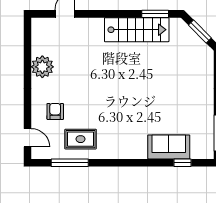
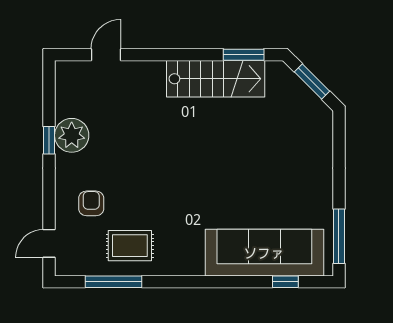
window: (28, 70) -> (49, 140), added
door: (28, 138) -> (49, 243), swing flipped
sofa: (169, 147) -> (264, 253), width x1.85, depth x1.27

